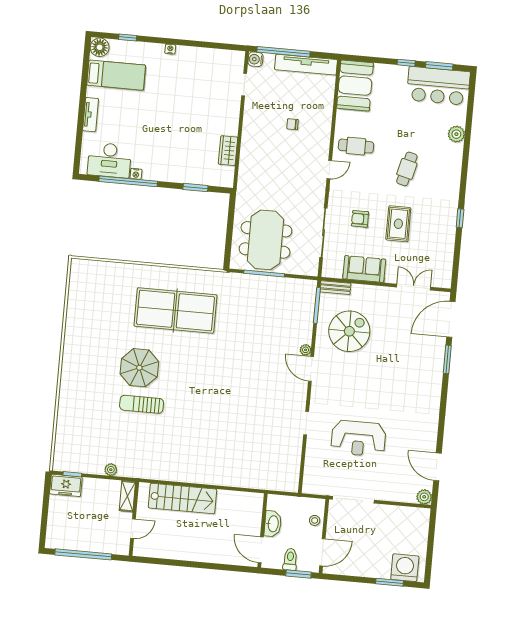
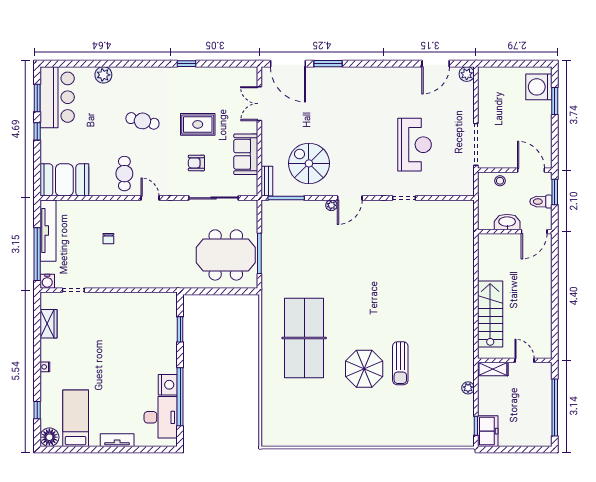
wardrobe: (228, 151) -> (48, 324), moved, turned -90
nightstand: (136, 174) -> (168, 385), width x1.89, depth x1.79
armchair: (360, 219) -> (196, 163), turned 90

